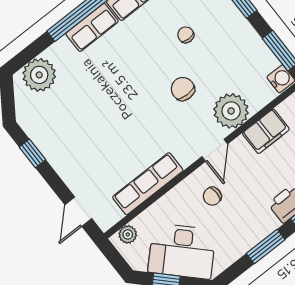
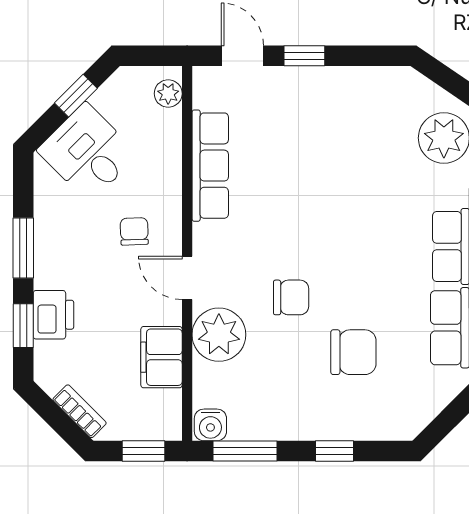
chair: (186, 35) -> (353, 352), width x1.87, depth x1.87
window: (32, 153) -> (304, 56), moved
desk: (182, 251) -> (88, 152), width x0.73

